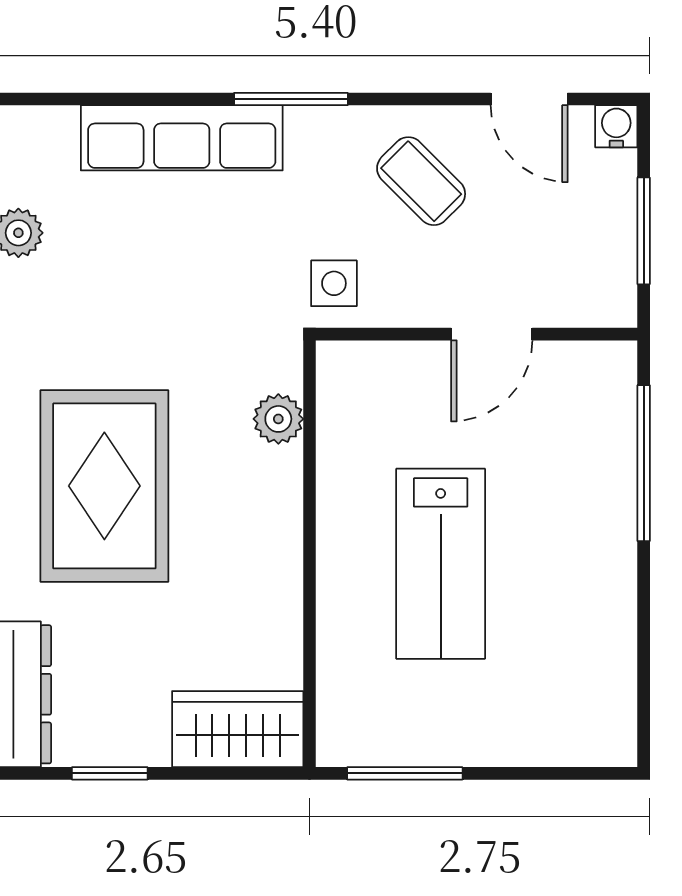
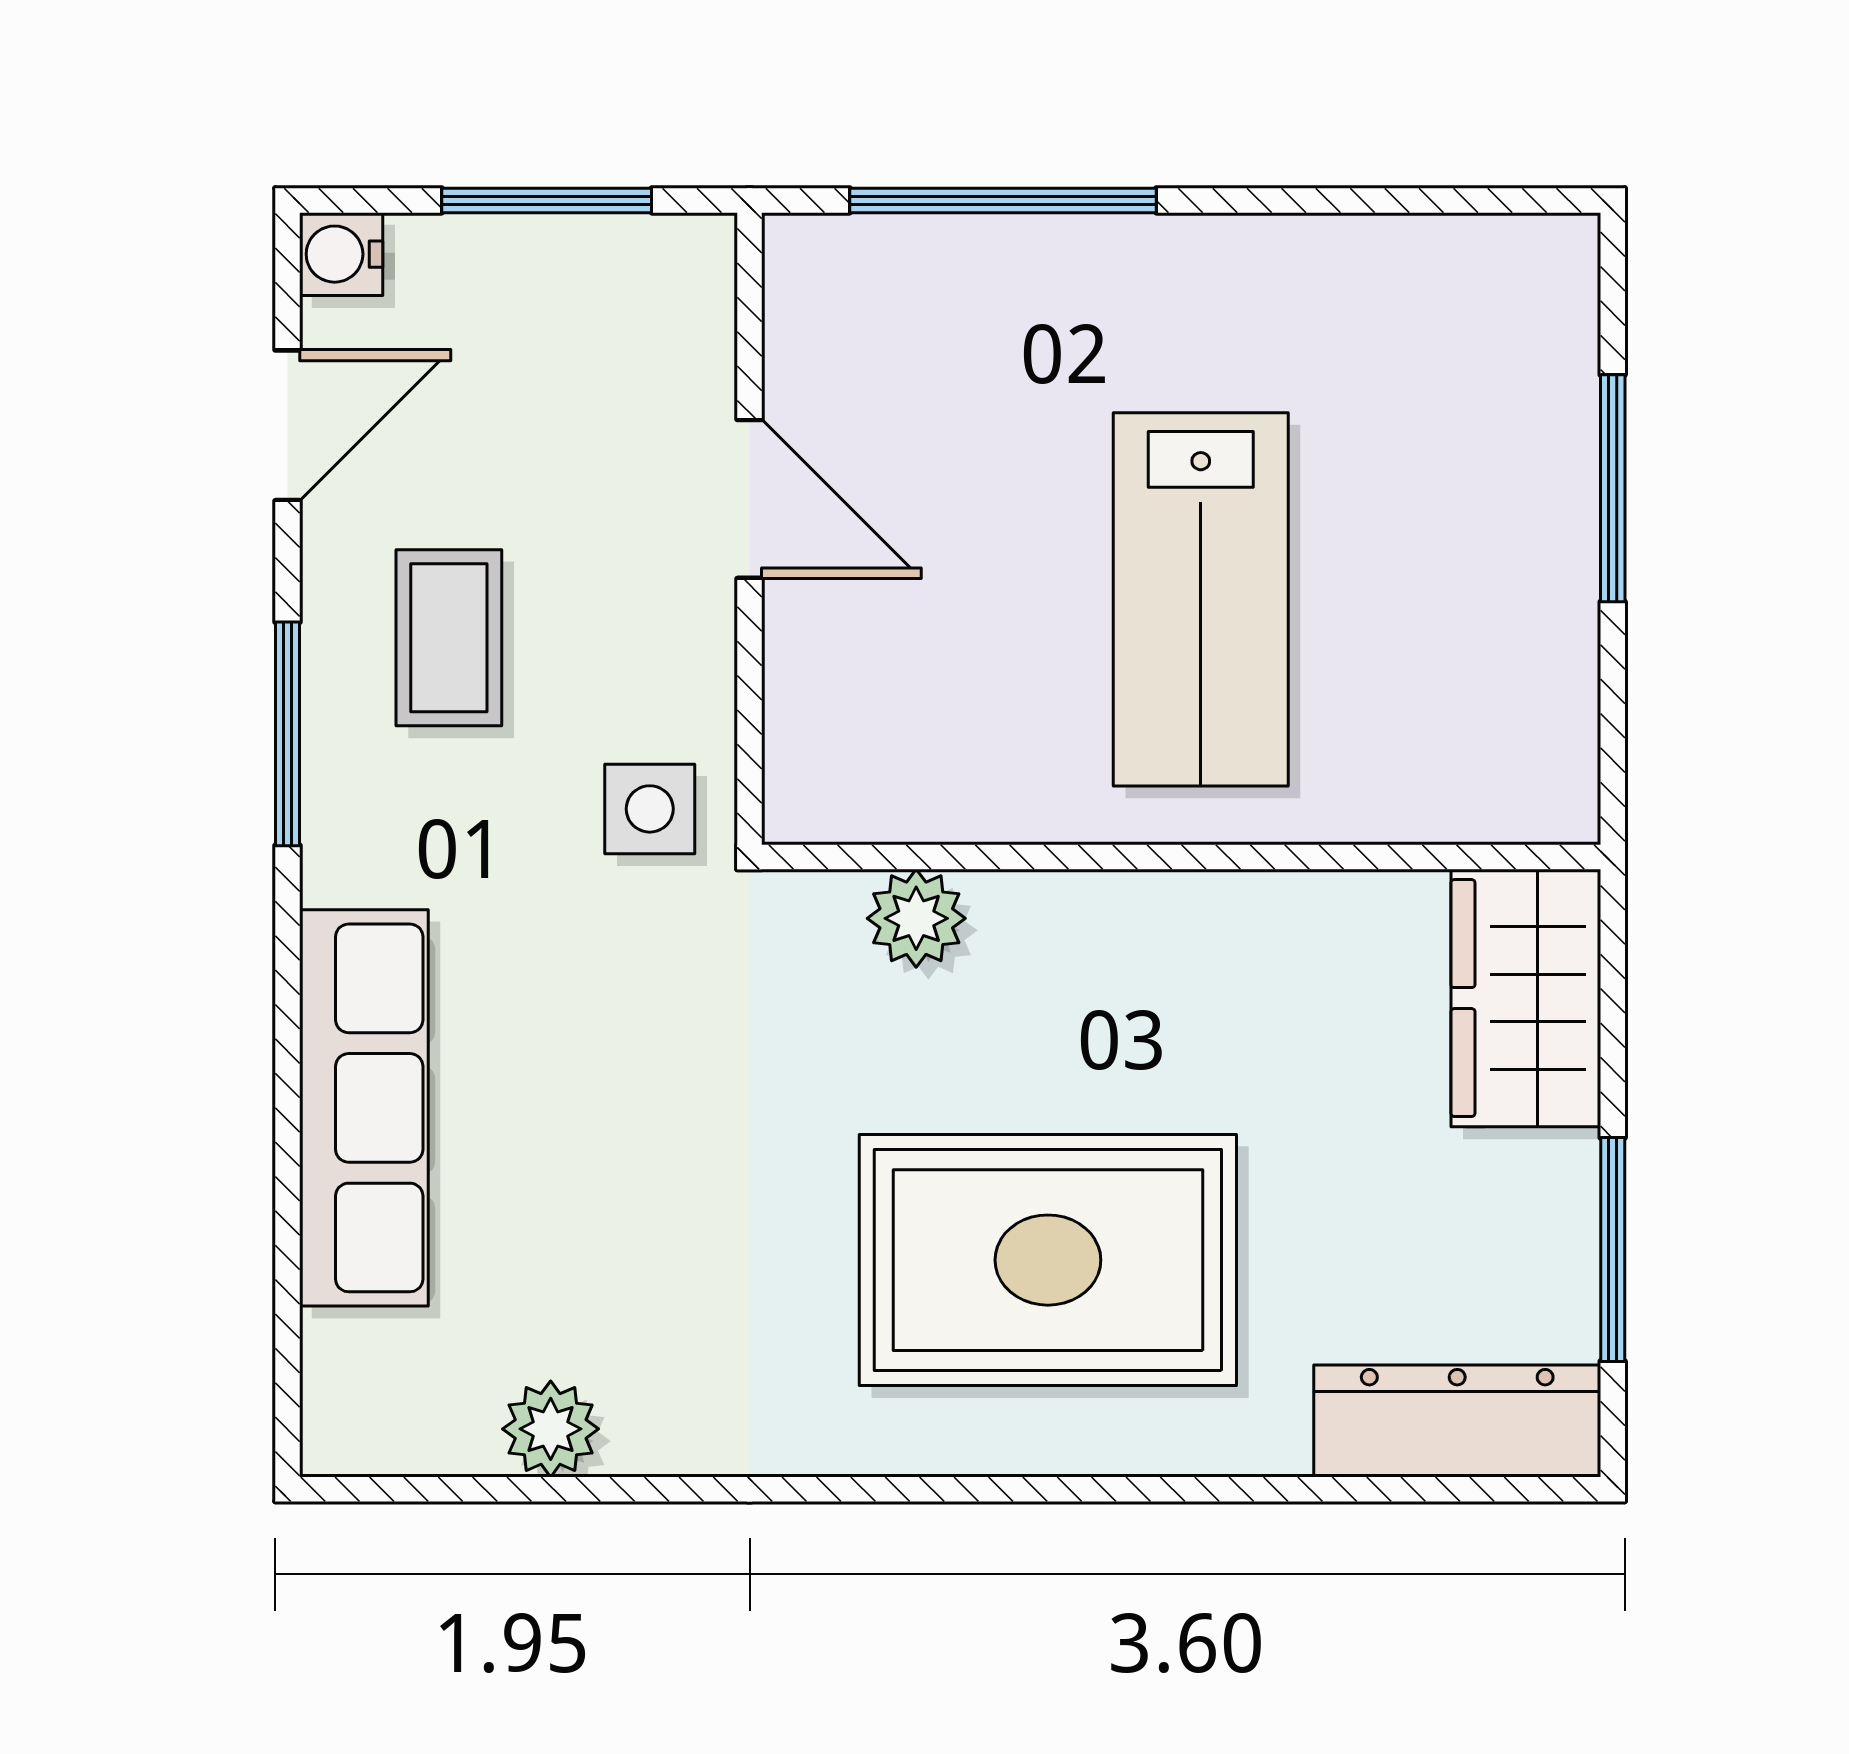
window: (291, 99) -> (288, 734), moved
coffee table: (421, 181) -> (449, 638), turned -45
lab bench: (441, 564) -> (1201, 599), turned 90
window: (110, 773) -> (1613, 1249), width x1.50
window: (405, 773) -> (1613, 488), moved

